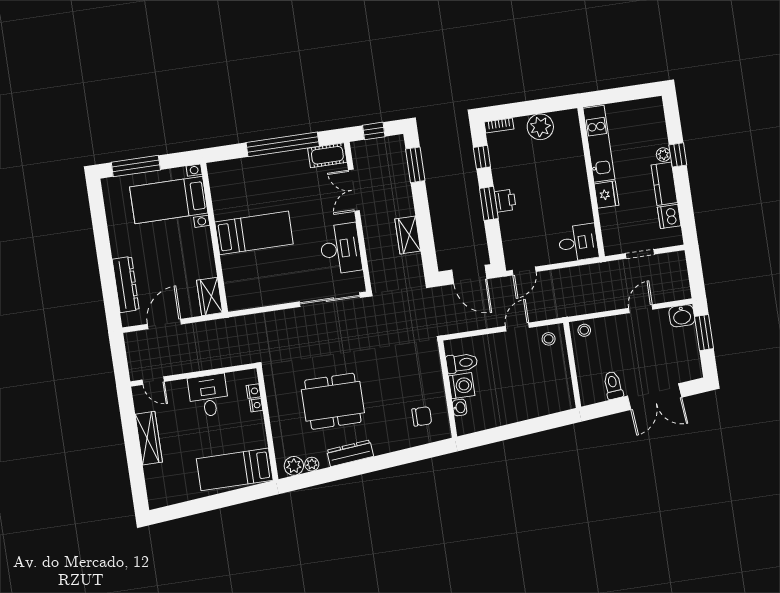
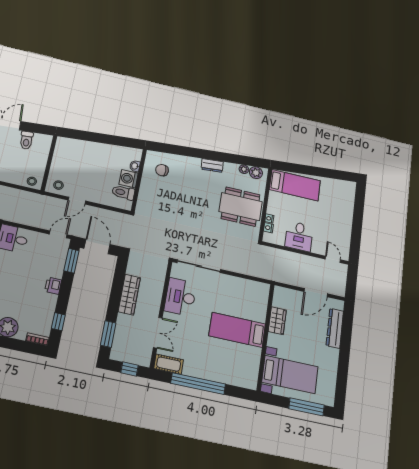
window: (489, 203) -> (71, 261), moved
wardrobe: (408, 235) -> (129, 295), width x1.50
wardrobe: (210, 296) -> (277, 321), moved
dining table: (333, 401) -> (241, 207), moved
wardrobe: (149, 438) -> (345, 225), removed
dresser: (350, 453) -> (212, 165), width x0.70

